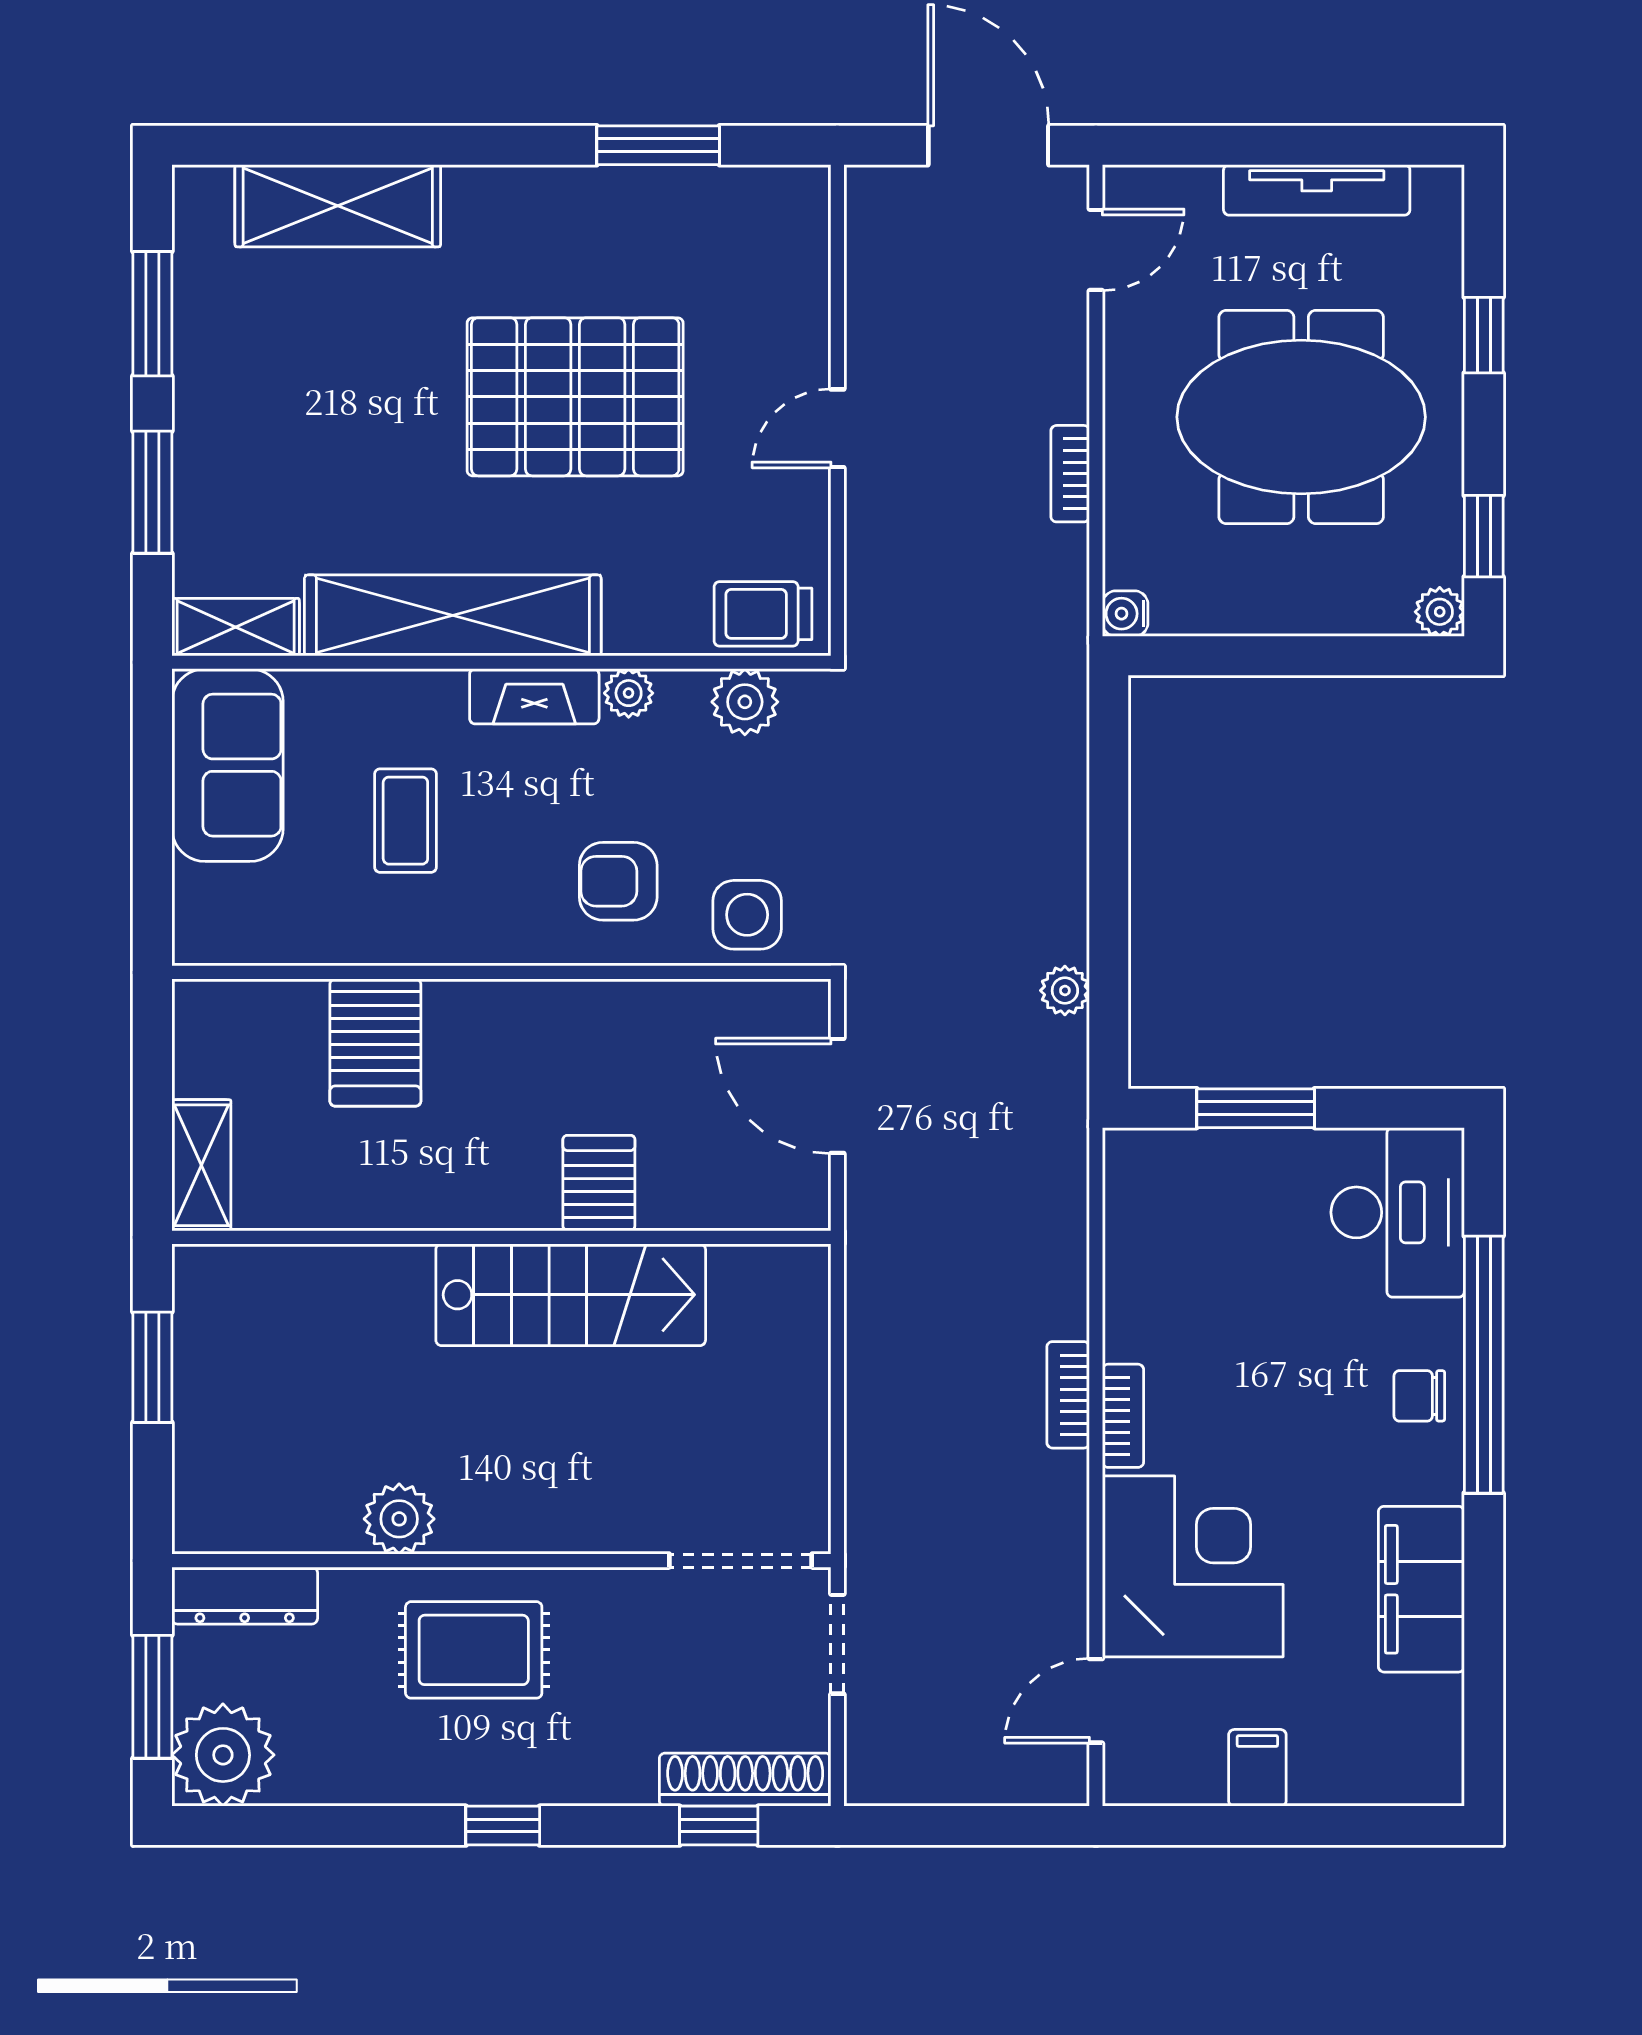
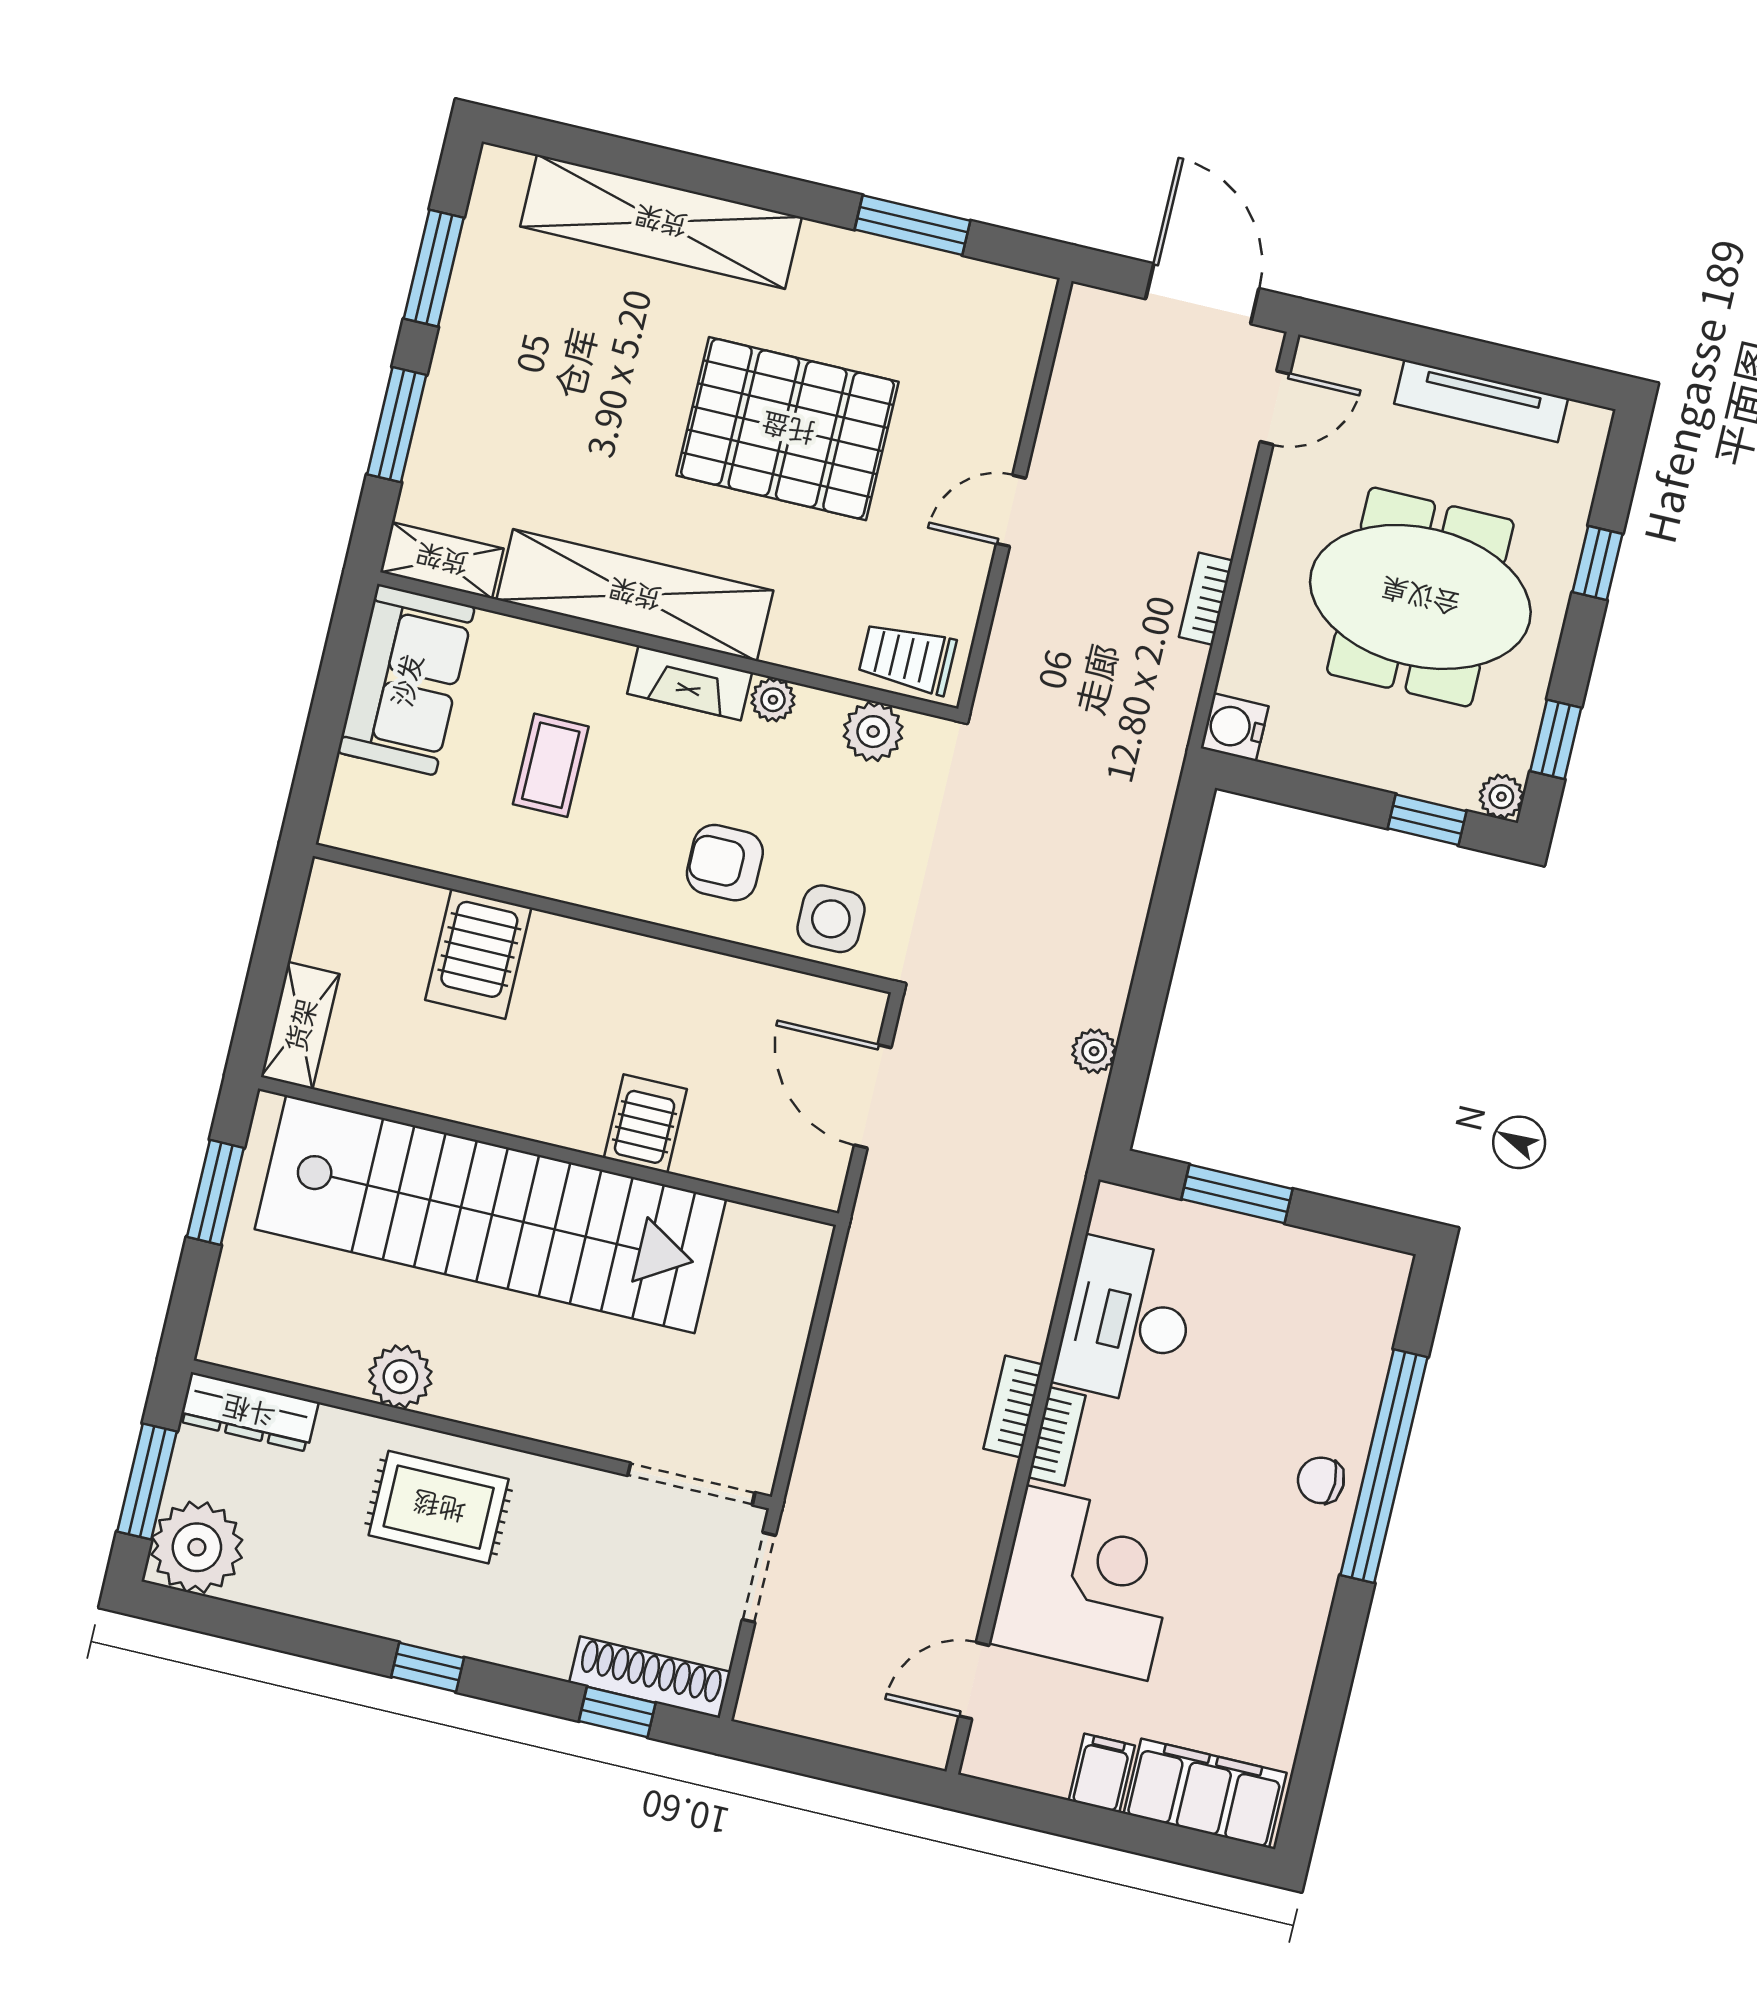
shelving: (338, 206) -> (661, 222), width x1.47
water cooler: (1125, 614) -> (1235, 727), width x1.38, depth x1.38
window: (1365, 656) -> (1427, 820), added
desk: (1398, 1212) -> (1127, 1322), moved, turned 180
stairs: (571, 1295) -> (490, 1214), width x1.86, depth x1.51
filing cabinet: (1421, 1589) -> (1205, 1793), moved, turned 90

